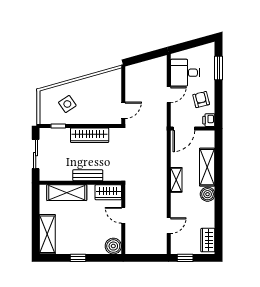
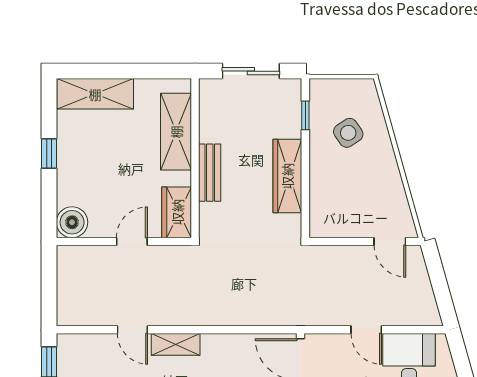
door: (123, 110) -> (390, 242), moved
shelving: (176, 180) -> (176, 344), moved
door: (169, 226) -> (132, 330), moved

